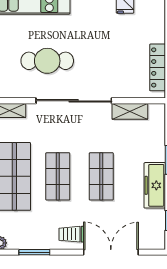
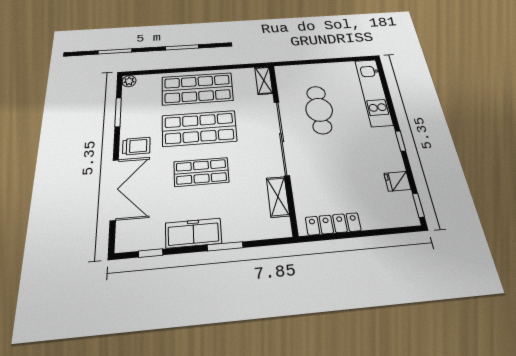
shop shelf: (58, 176) -> (199, 128), width x1.43, depth x1.36
trolley: (71, 234) -> (136, 146), turned 90

